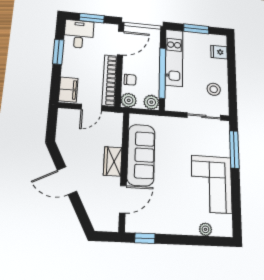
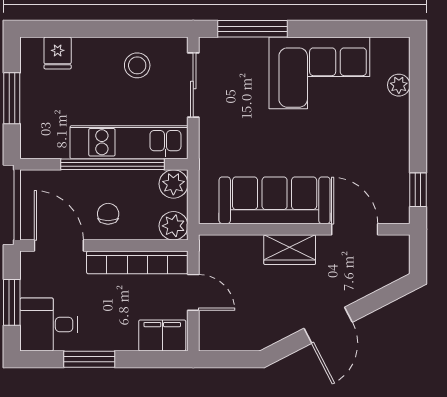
kitchen unit: (174, 58) -> (129, 142), moved
chair: (130, 80) -> (108, 214), moved

